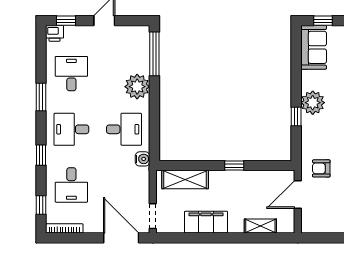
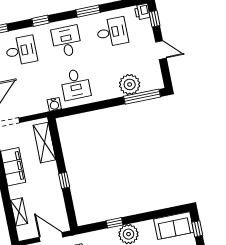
plant: (137, 87) -> (130, 84), moved
desk: (71, 185) -> (21, 51), turned 180

